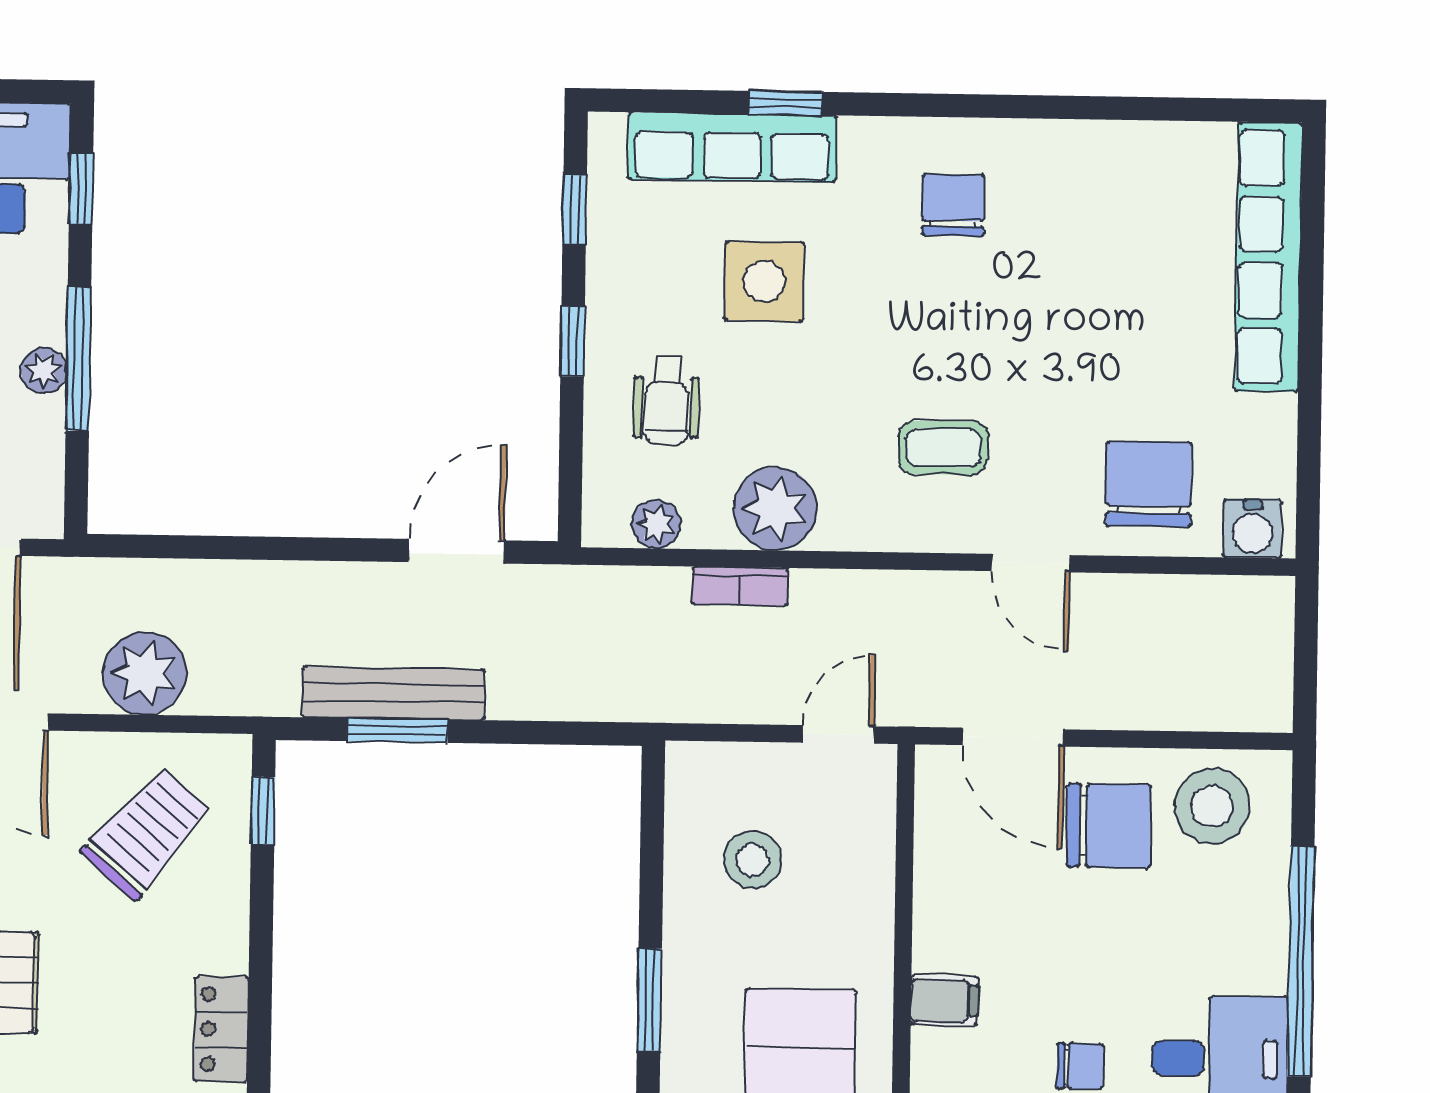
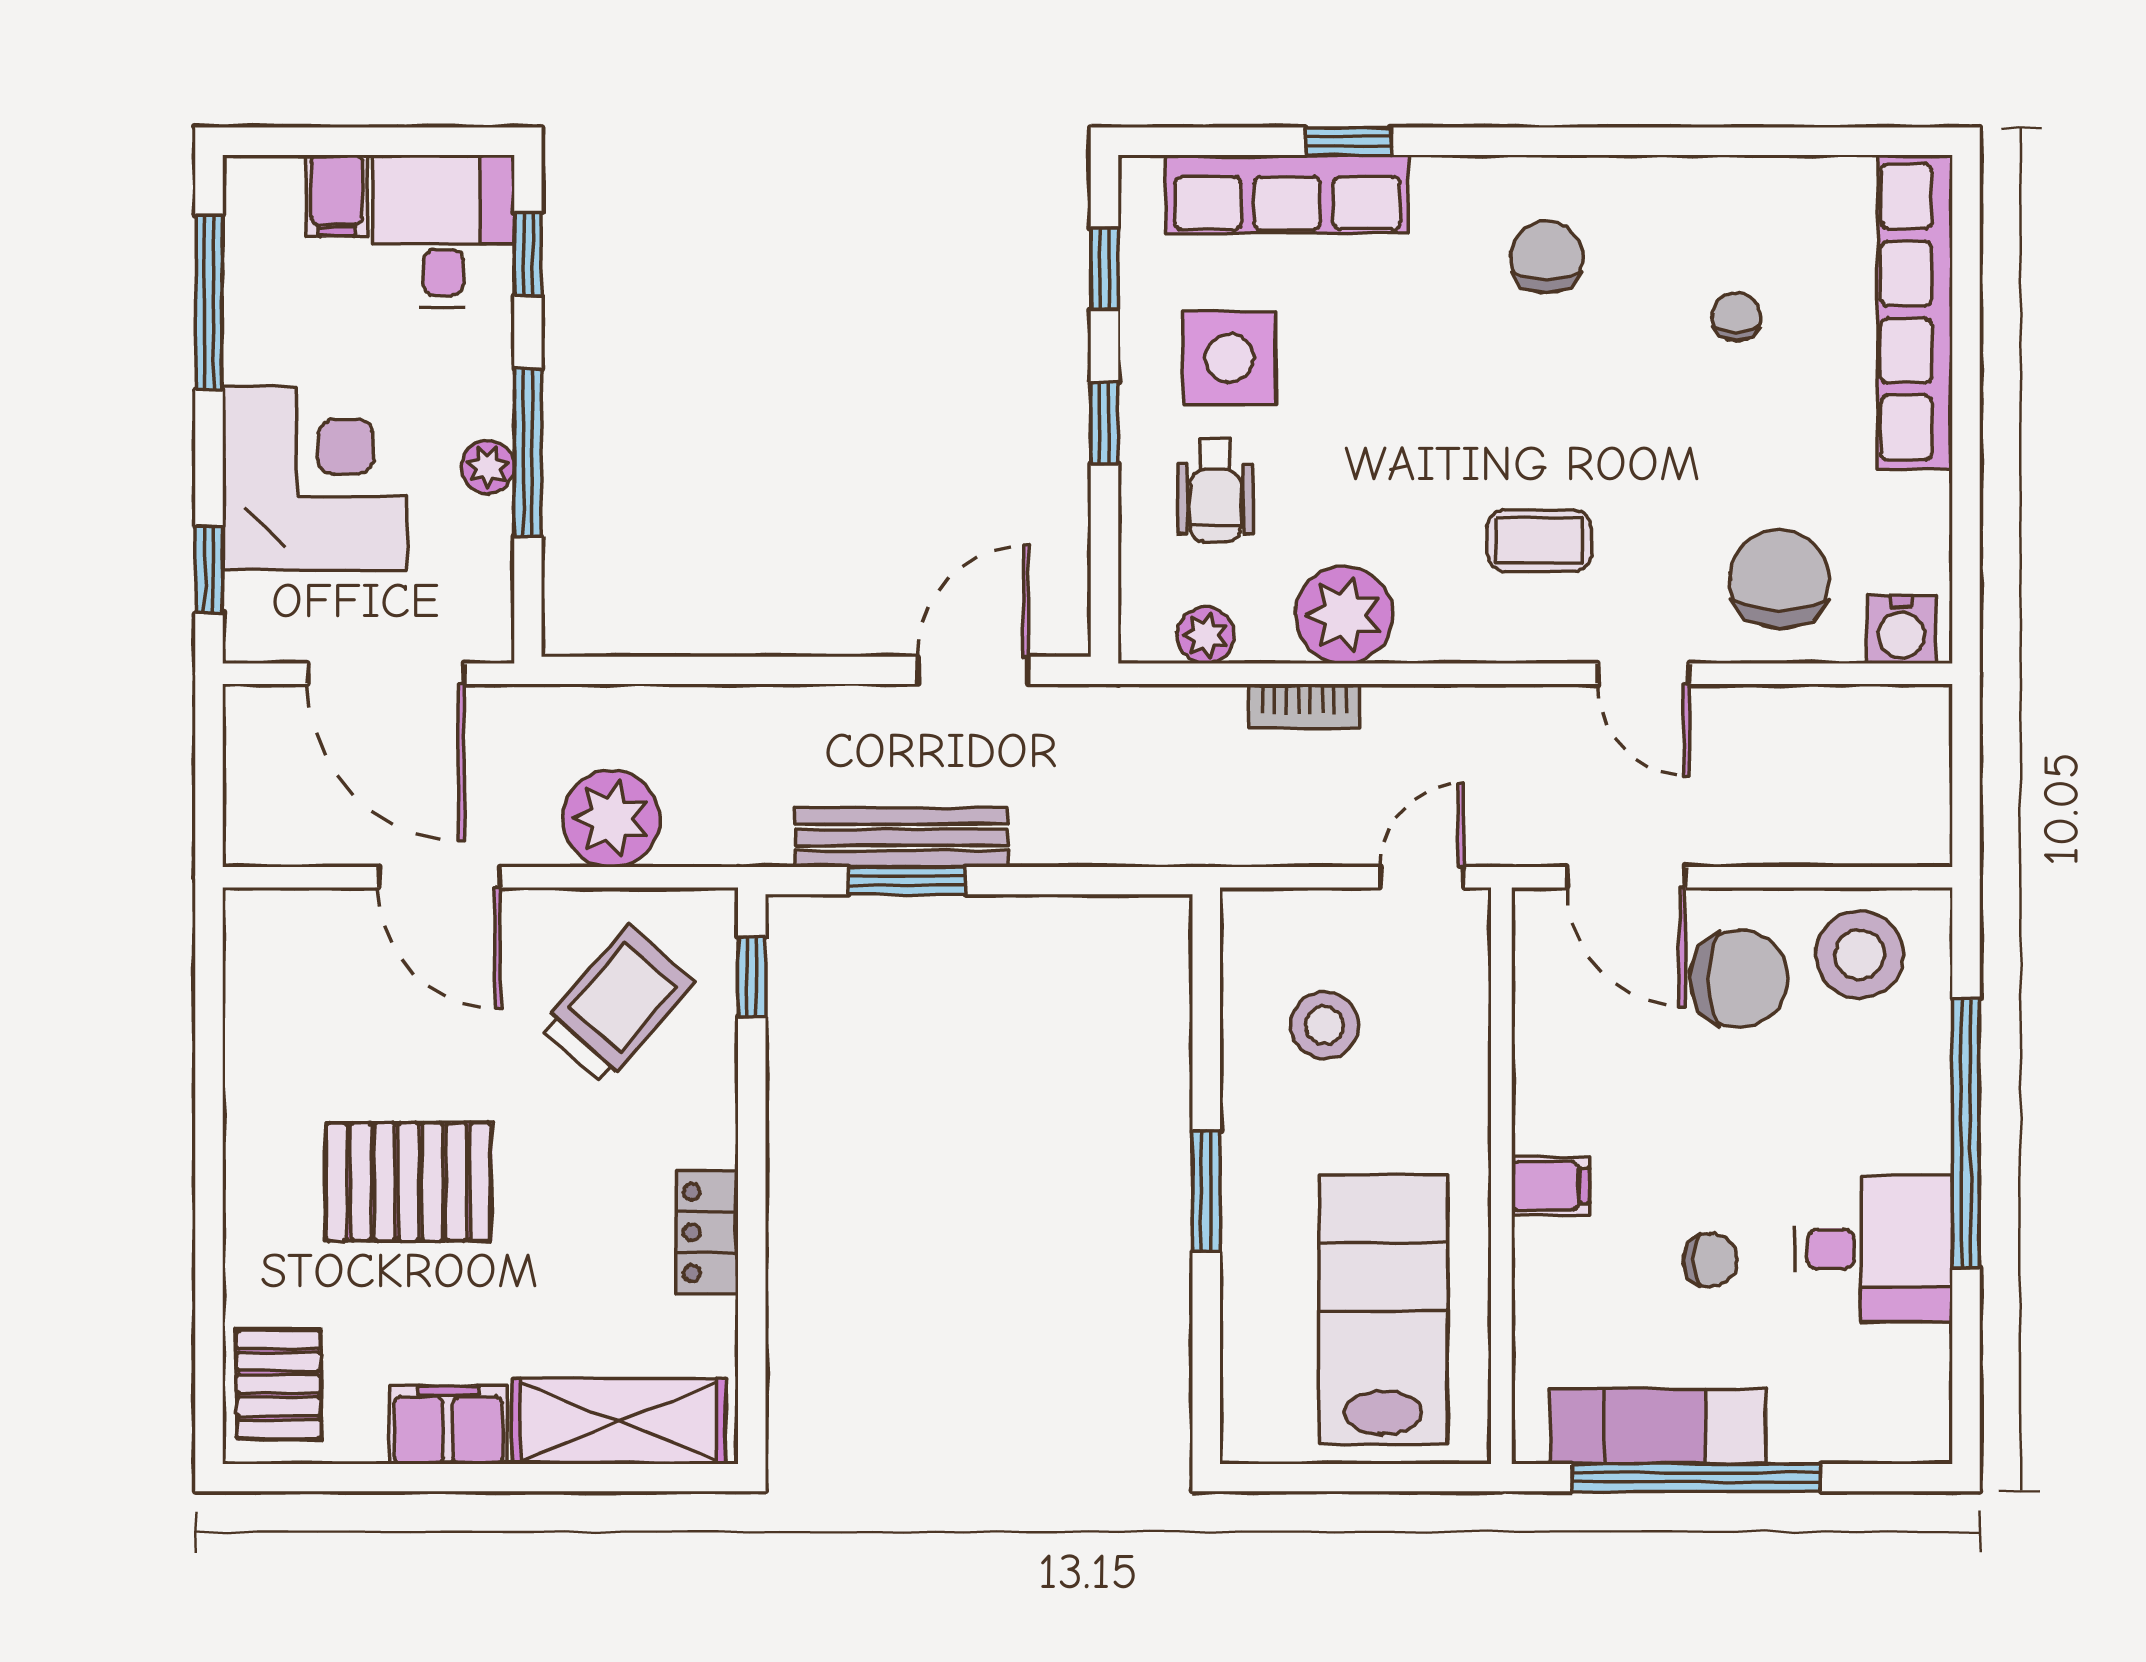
chair: (1115, 259) -> (1736, 317), added
side table: (764, 281) -> (1229, 358), moved

